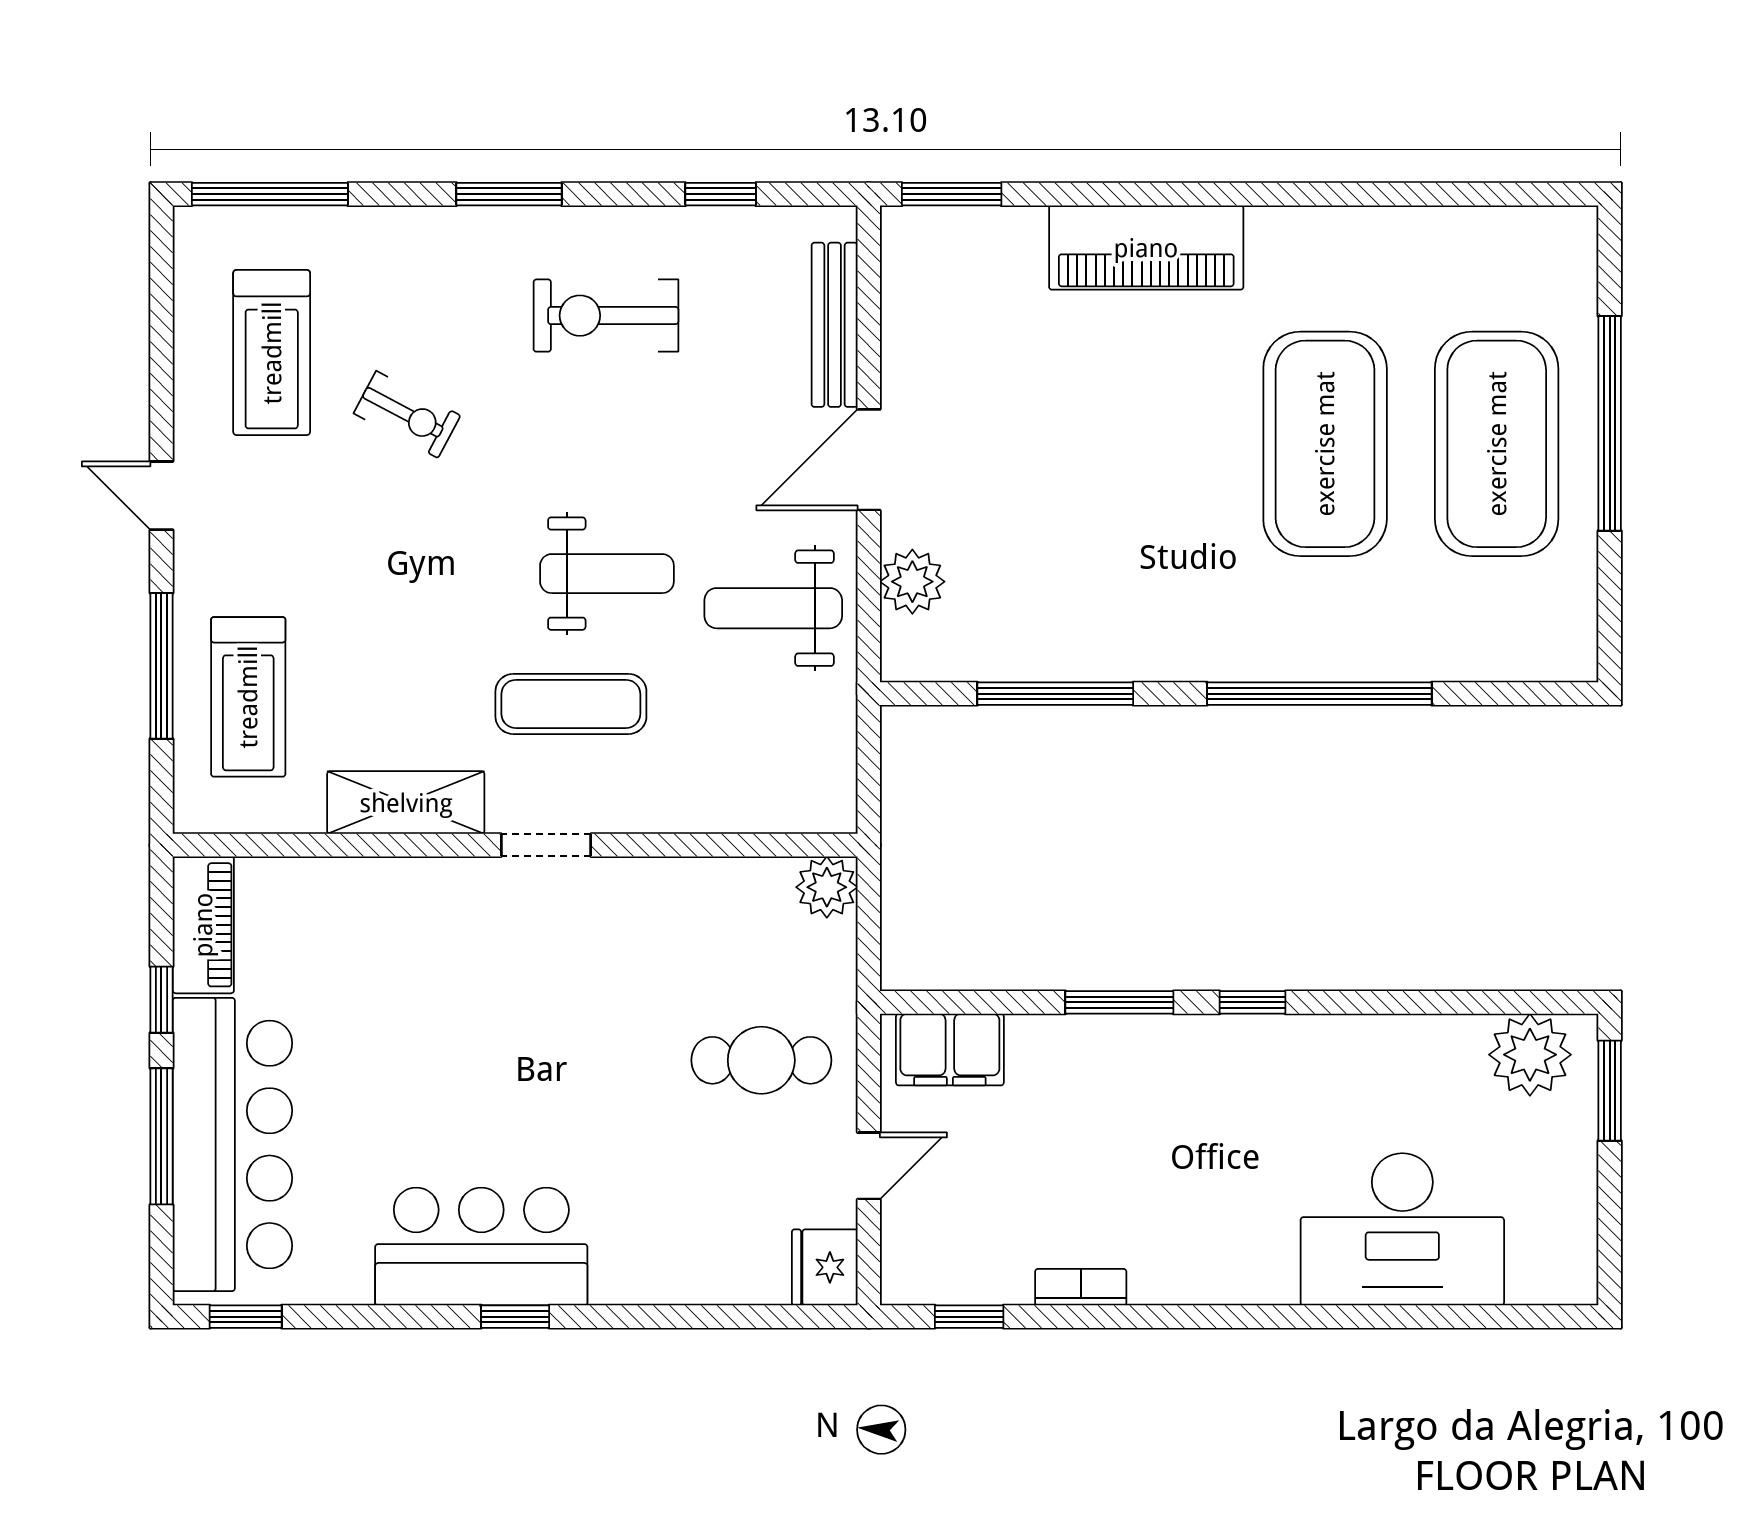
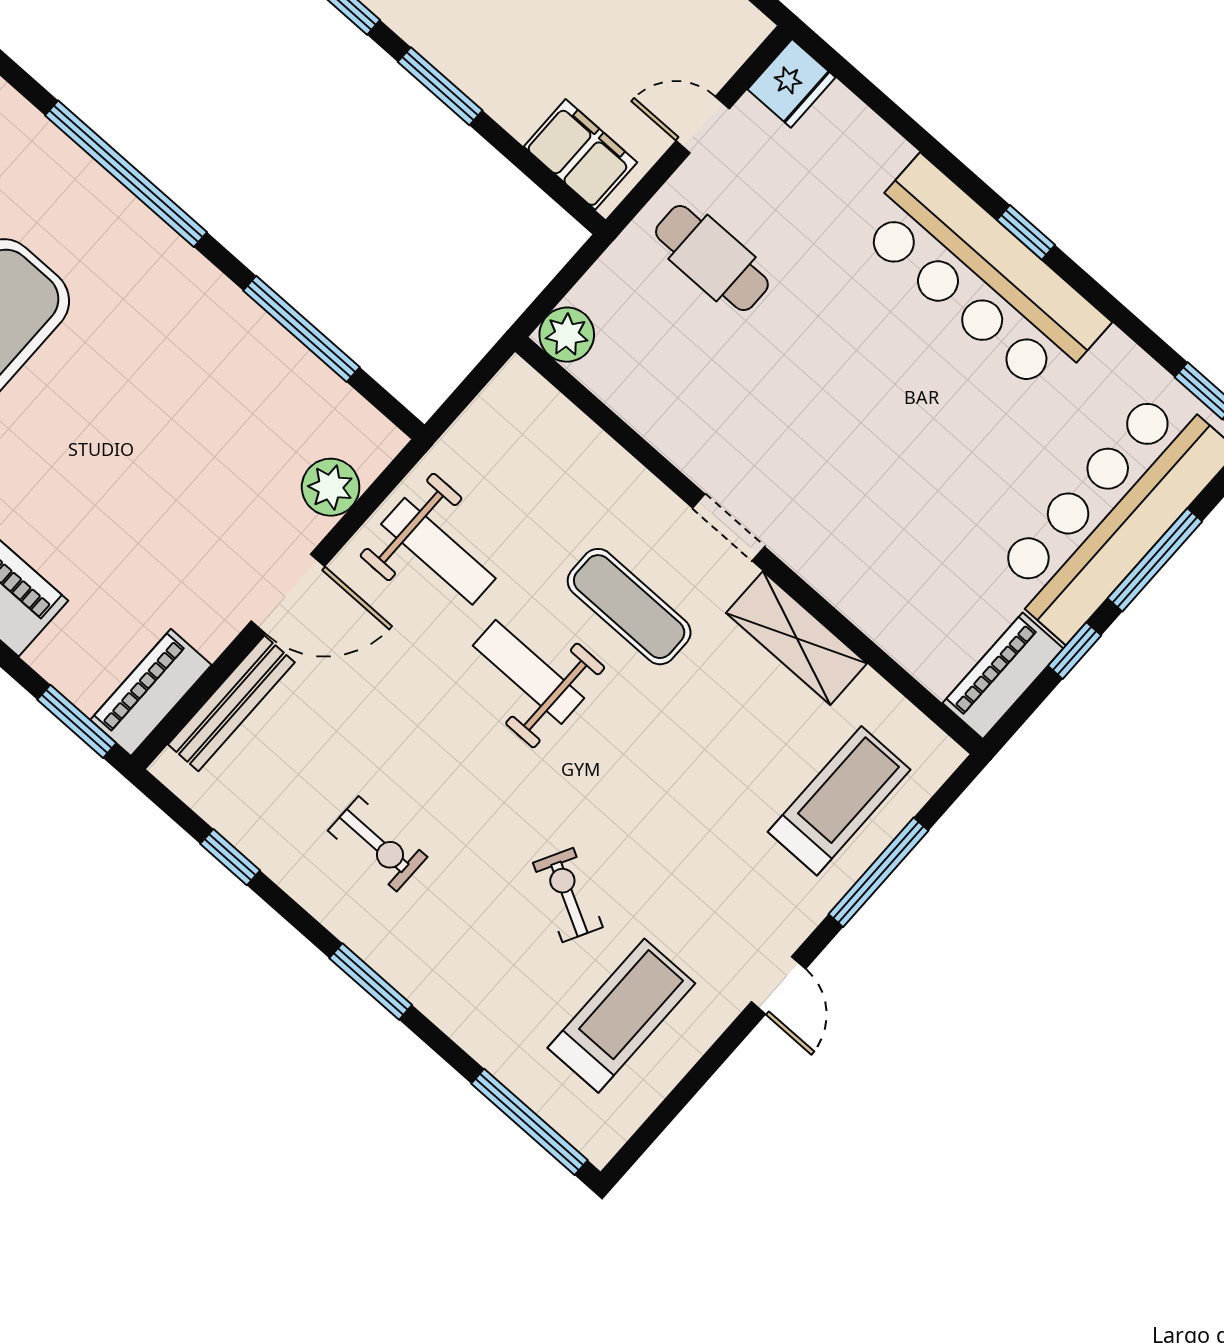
piano: (911, 274) -> (151, 692), added
exercise bike: (606, 316) -> (378, 844), width x0.73, depth x0.72
bar counter: (481, 1246) -> (982, 276), width x1.36

